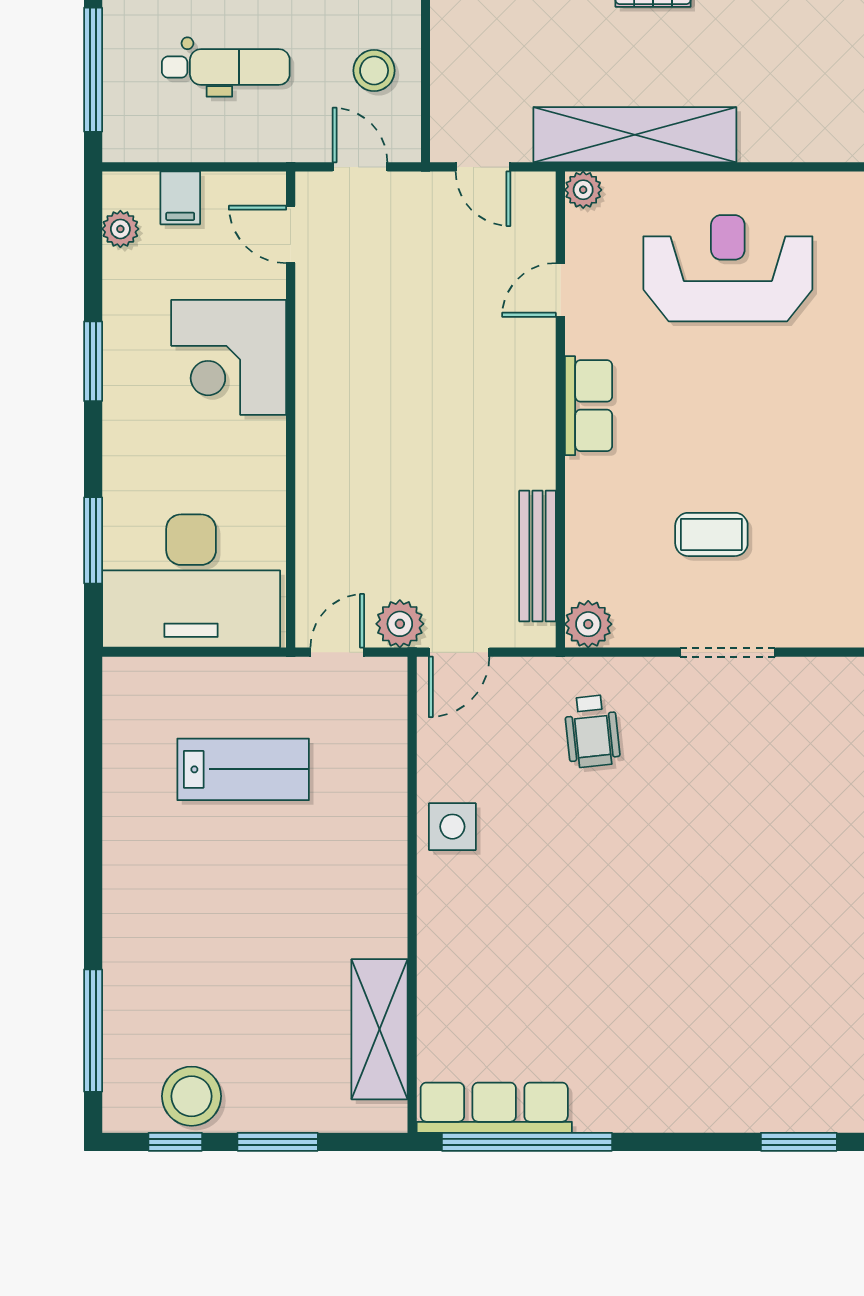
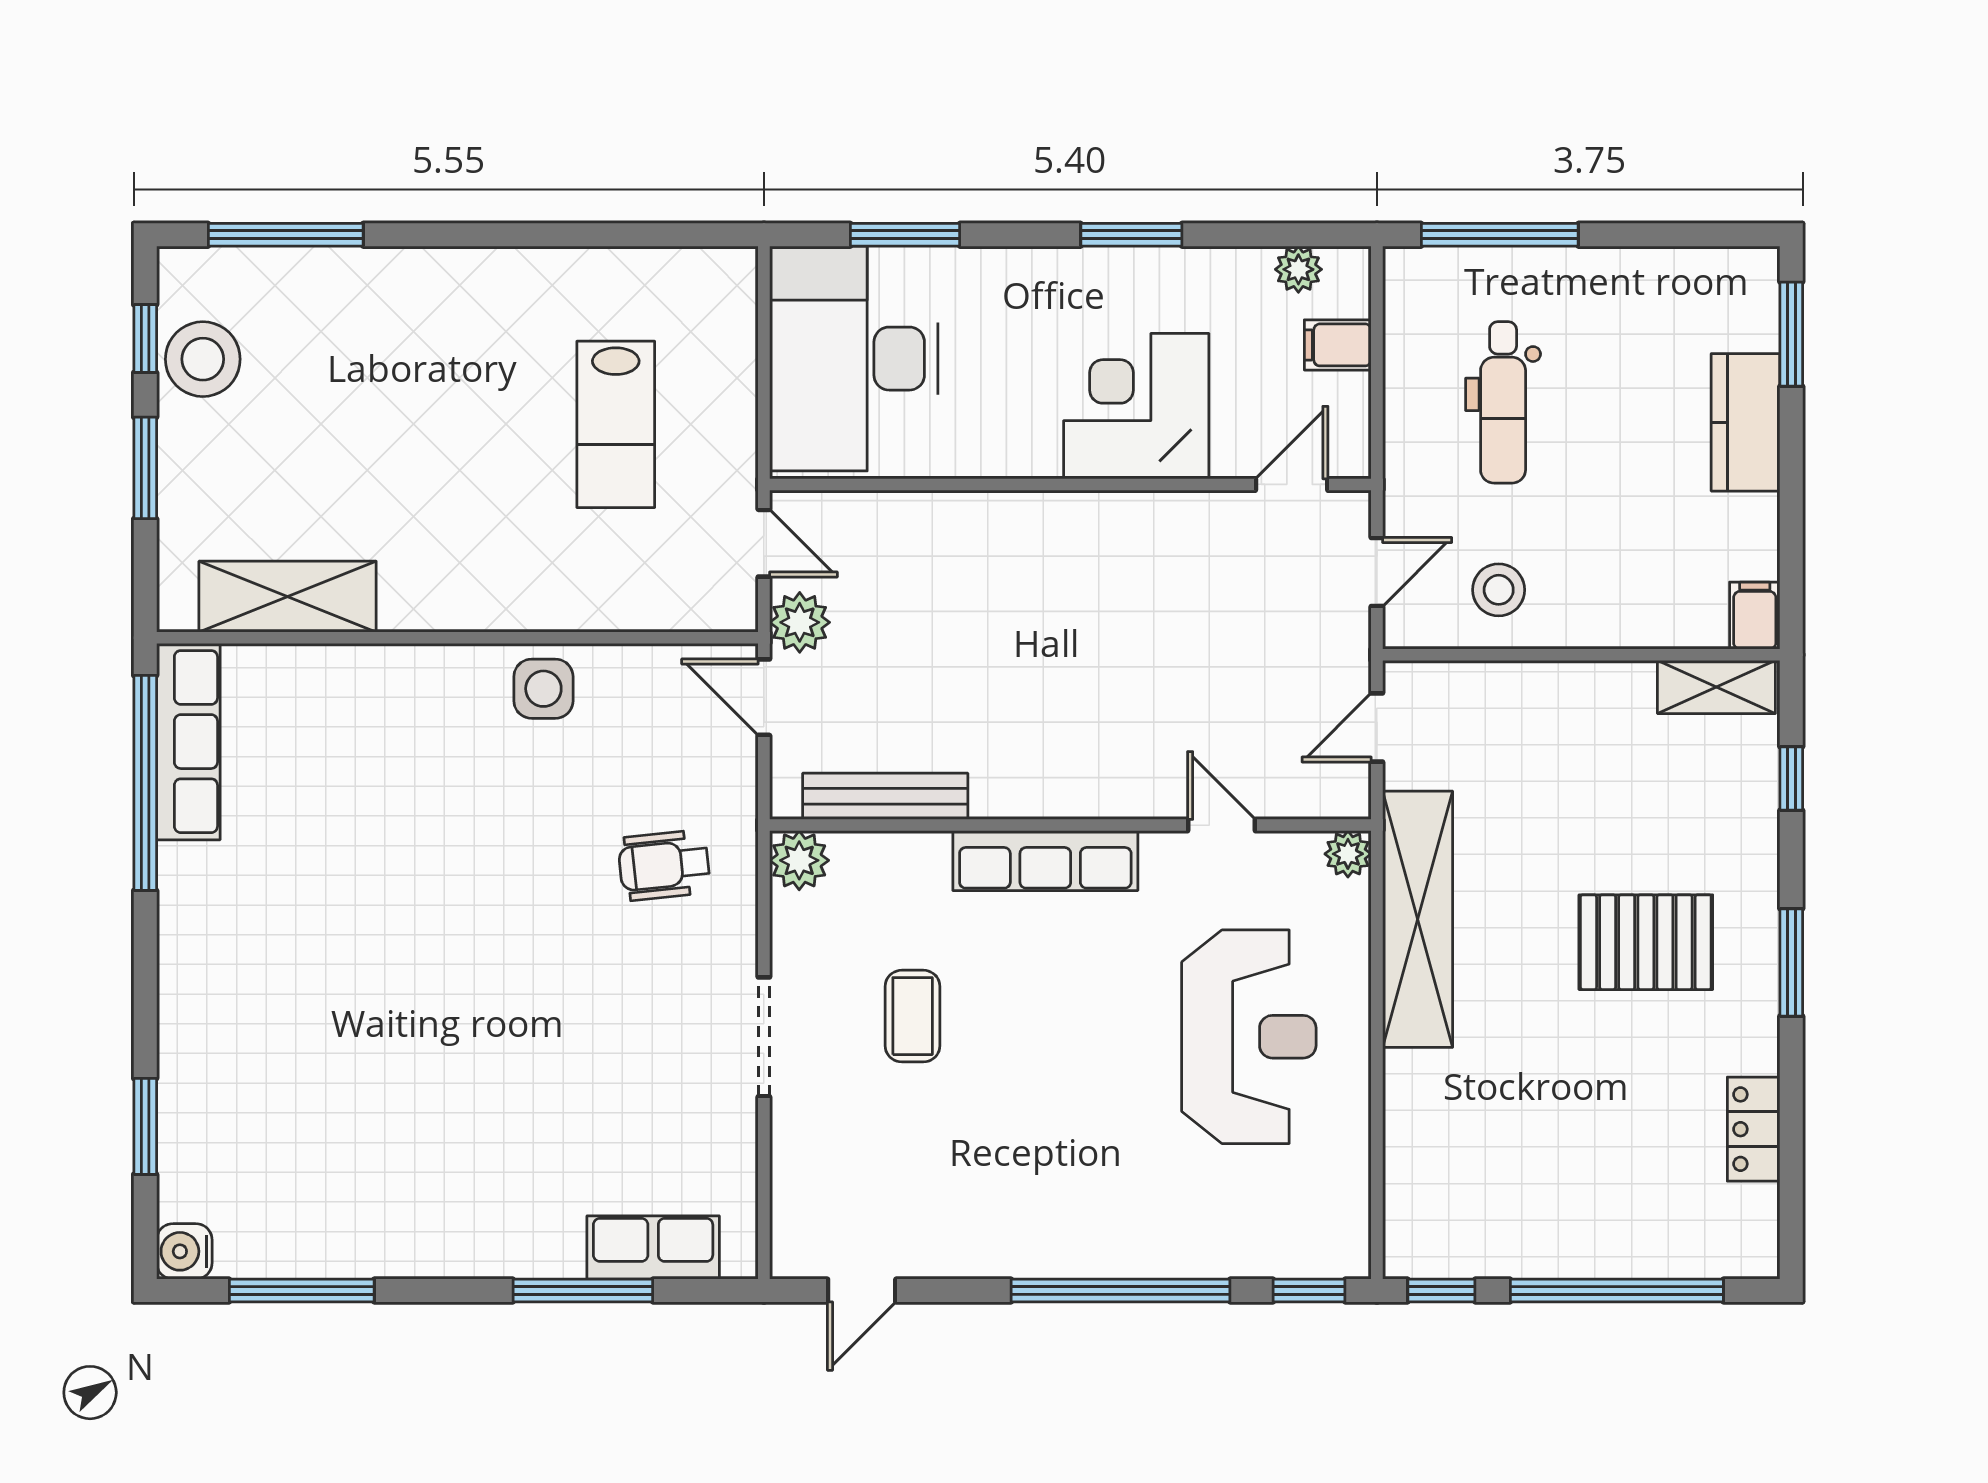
row of seats: (588, 406) -> (1045, 861), width x1.48

